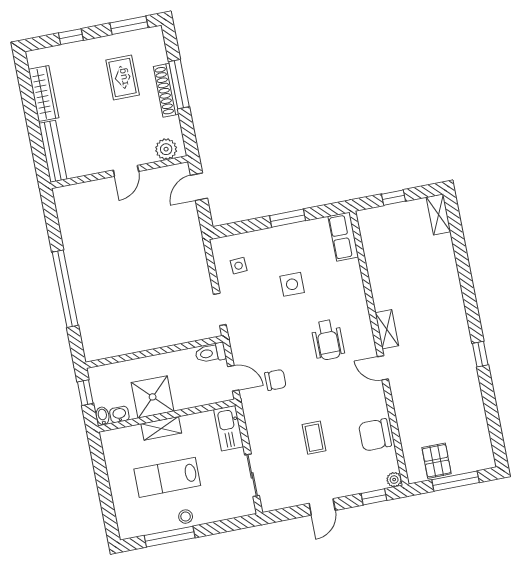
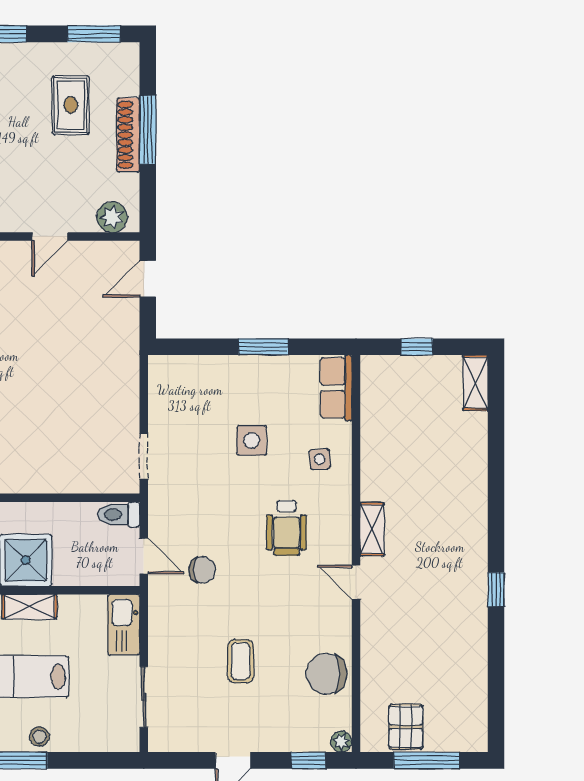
side table: (239, 266) -> (320, 459), moved

